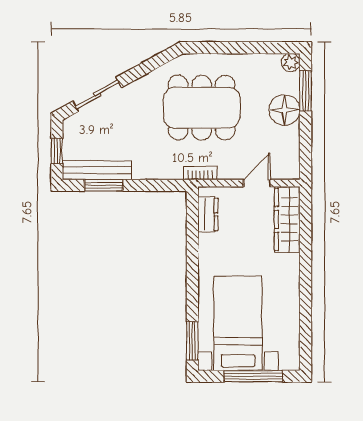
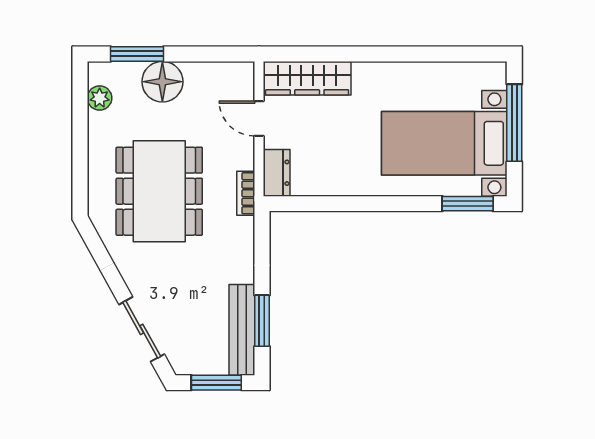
plant: (291, 62) -> (100, 98), moved
window: (57, 151) -> (216, 383), width x1.50
dresser: (208, 214) -> (277, 173), moved, turned 90

